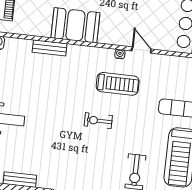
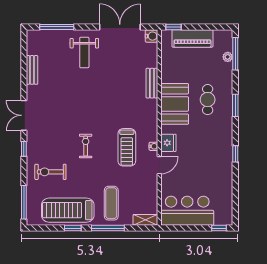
fridge: (118, 37) -> (168, 143), added
exercise bike: (98, 121) -> (86, 146), moved

